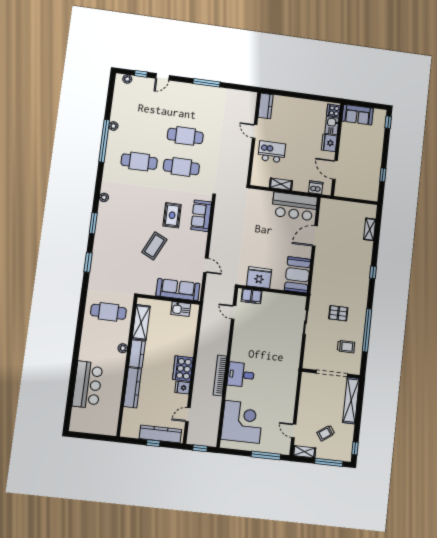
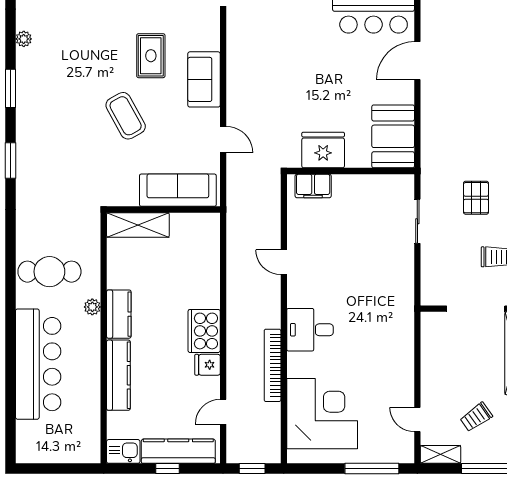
sofa: (201, 216) -> (204, 79), moved
coffee table: (154, 246) -> (126, 116), turned -55
kitchen sink: (181, 309) -> (123, 451), moved, turned 180
cafe table: (108, 312) -> (49, 272), moved
door: (234, 312) -> (284, 262), moved
pallet: (338, 313) -> (476, 198), turned 90
shelving: (141, 322) -> (138, 225), moved, turned 90
bookcase: (220, 376) -> (273, 365), moved
bar counter: (88, 385) -> (38, 364), width x1.36

